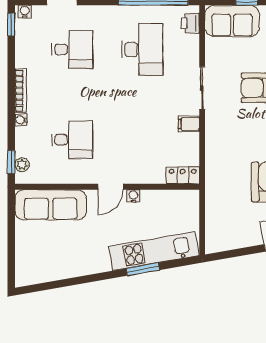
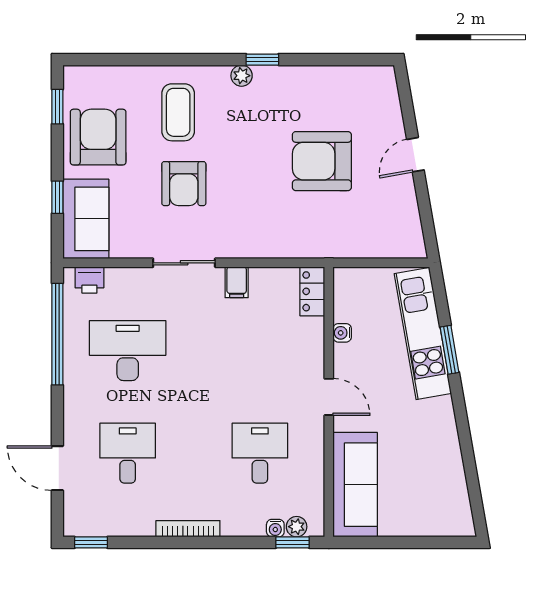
water cooler: (25, 12) -> (72, 523), removed
water cooler: (21, 120) -> (275, 528), moved
water cooler: (133, 196) -> (342, 333), moved

